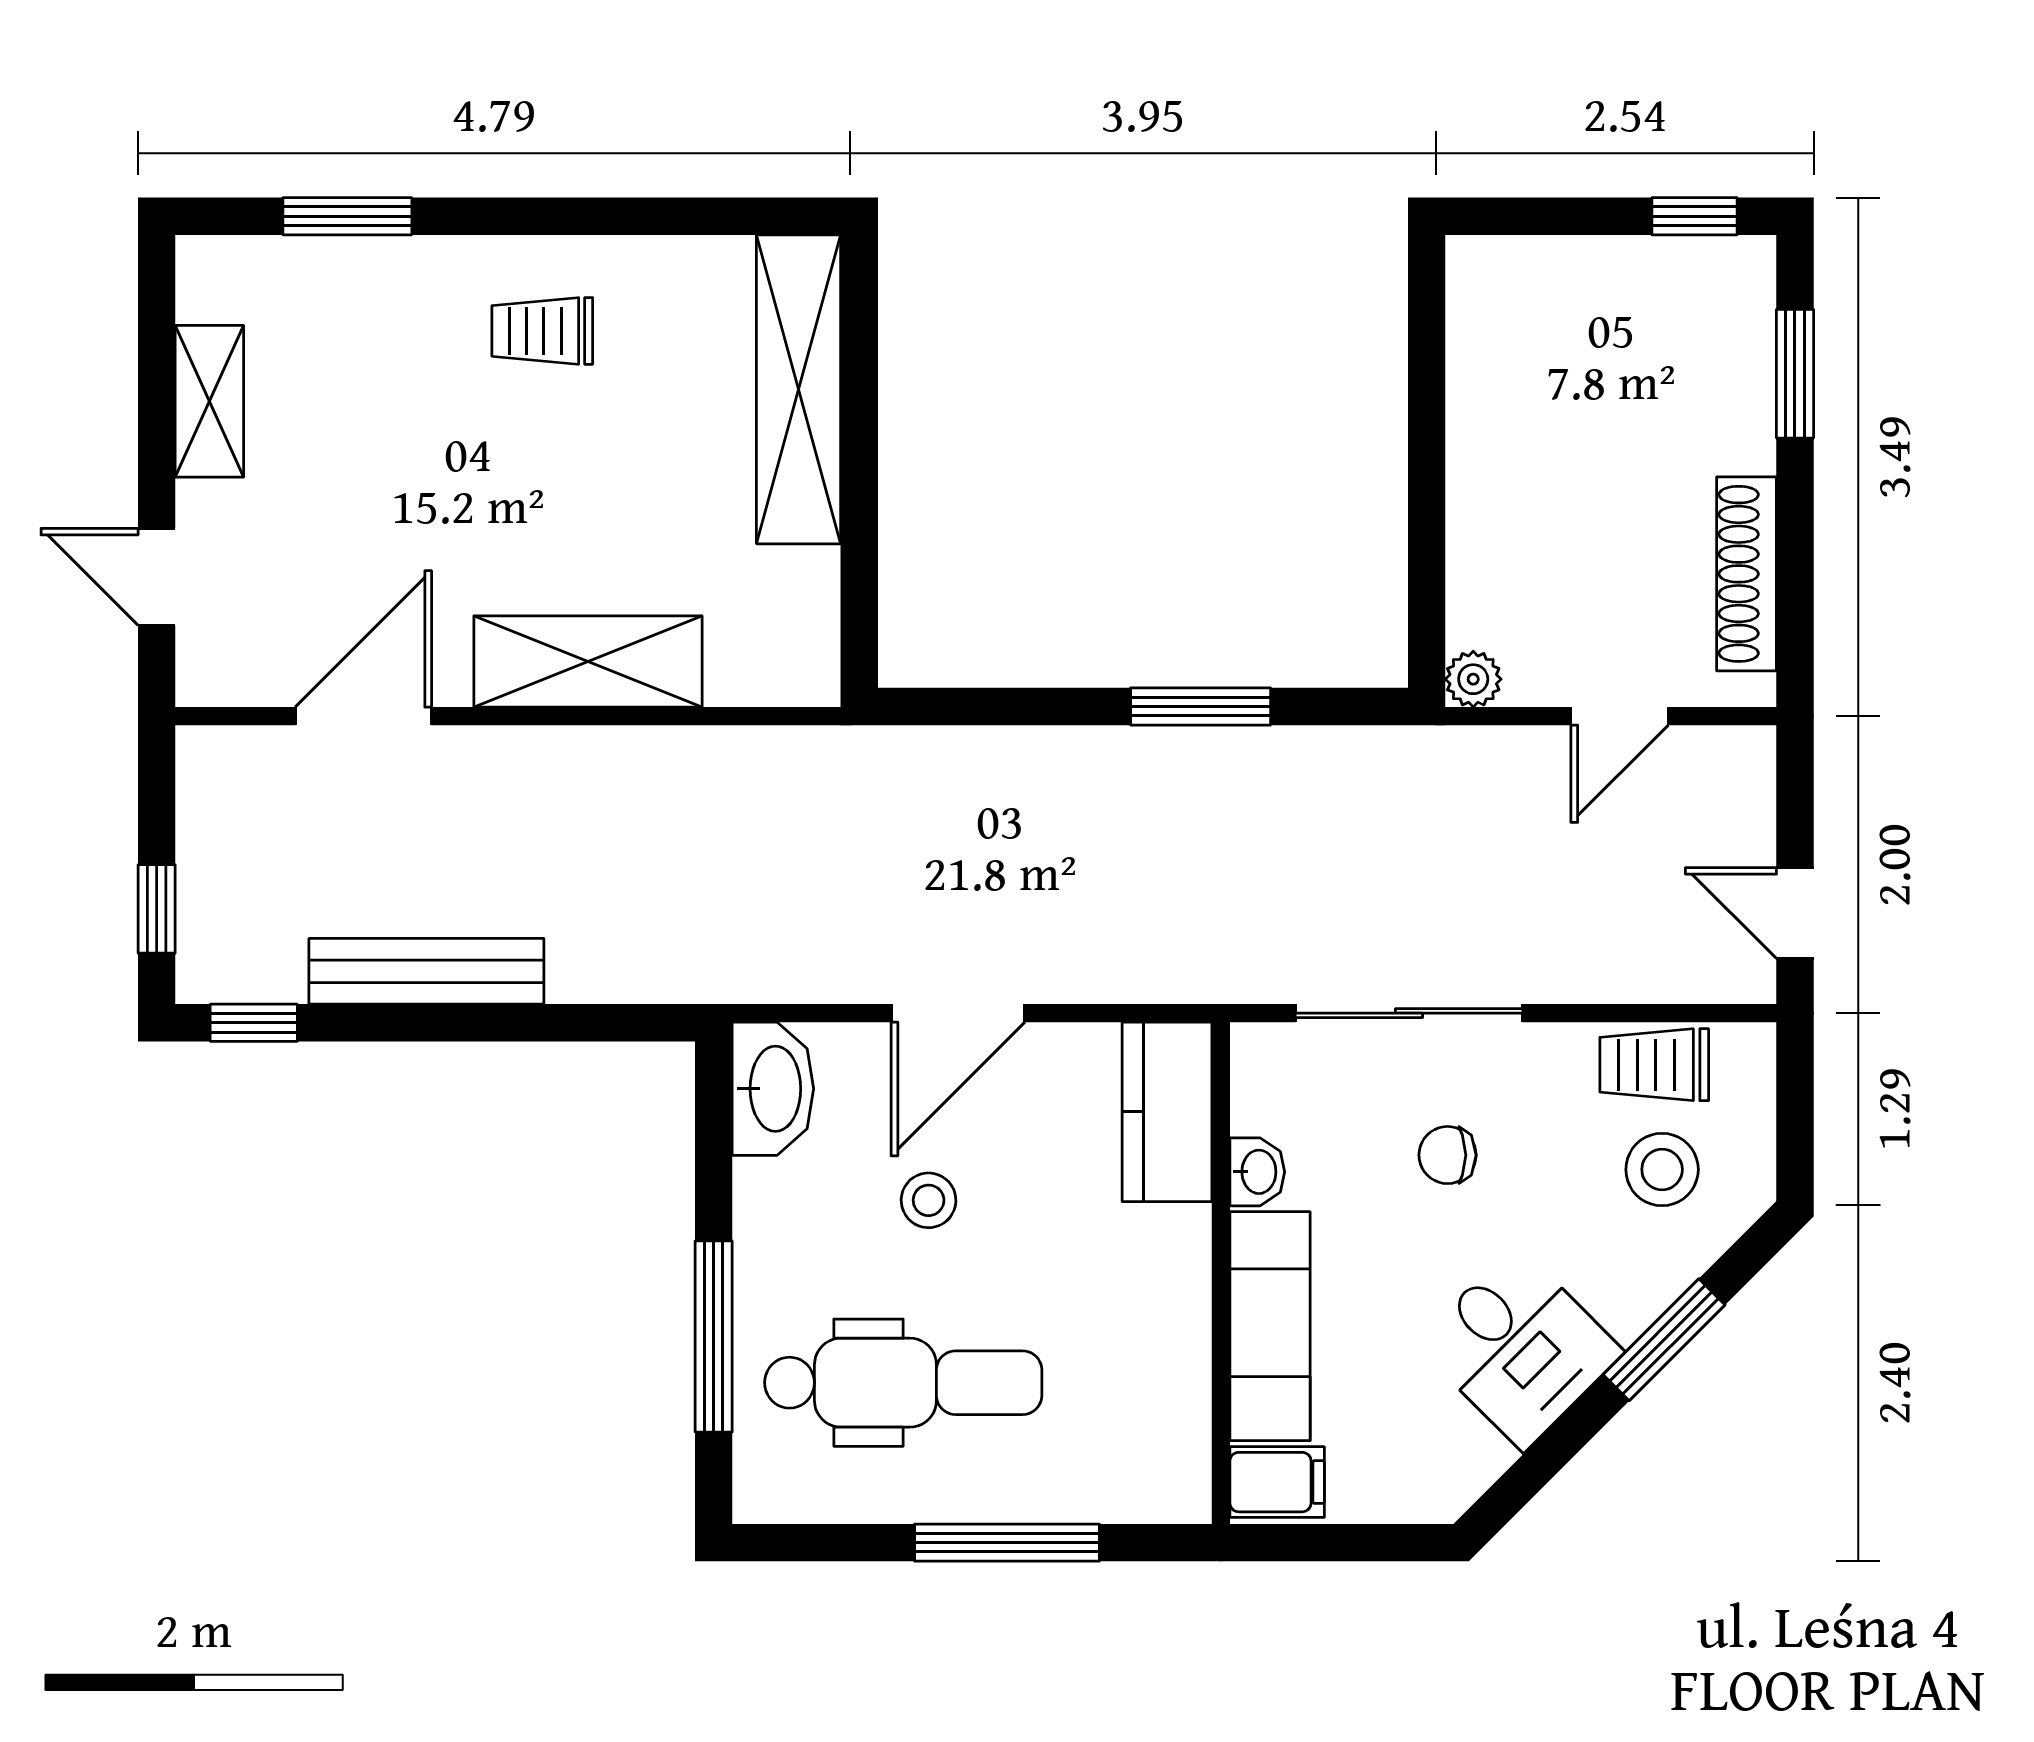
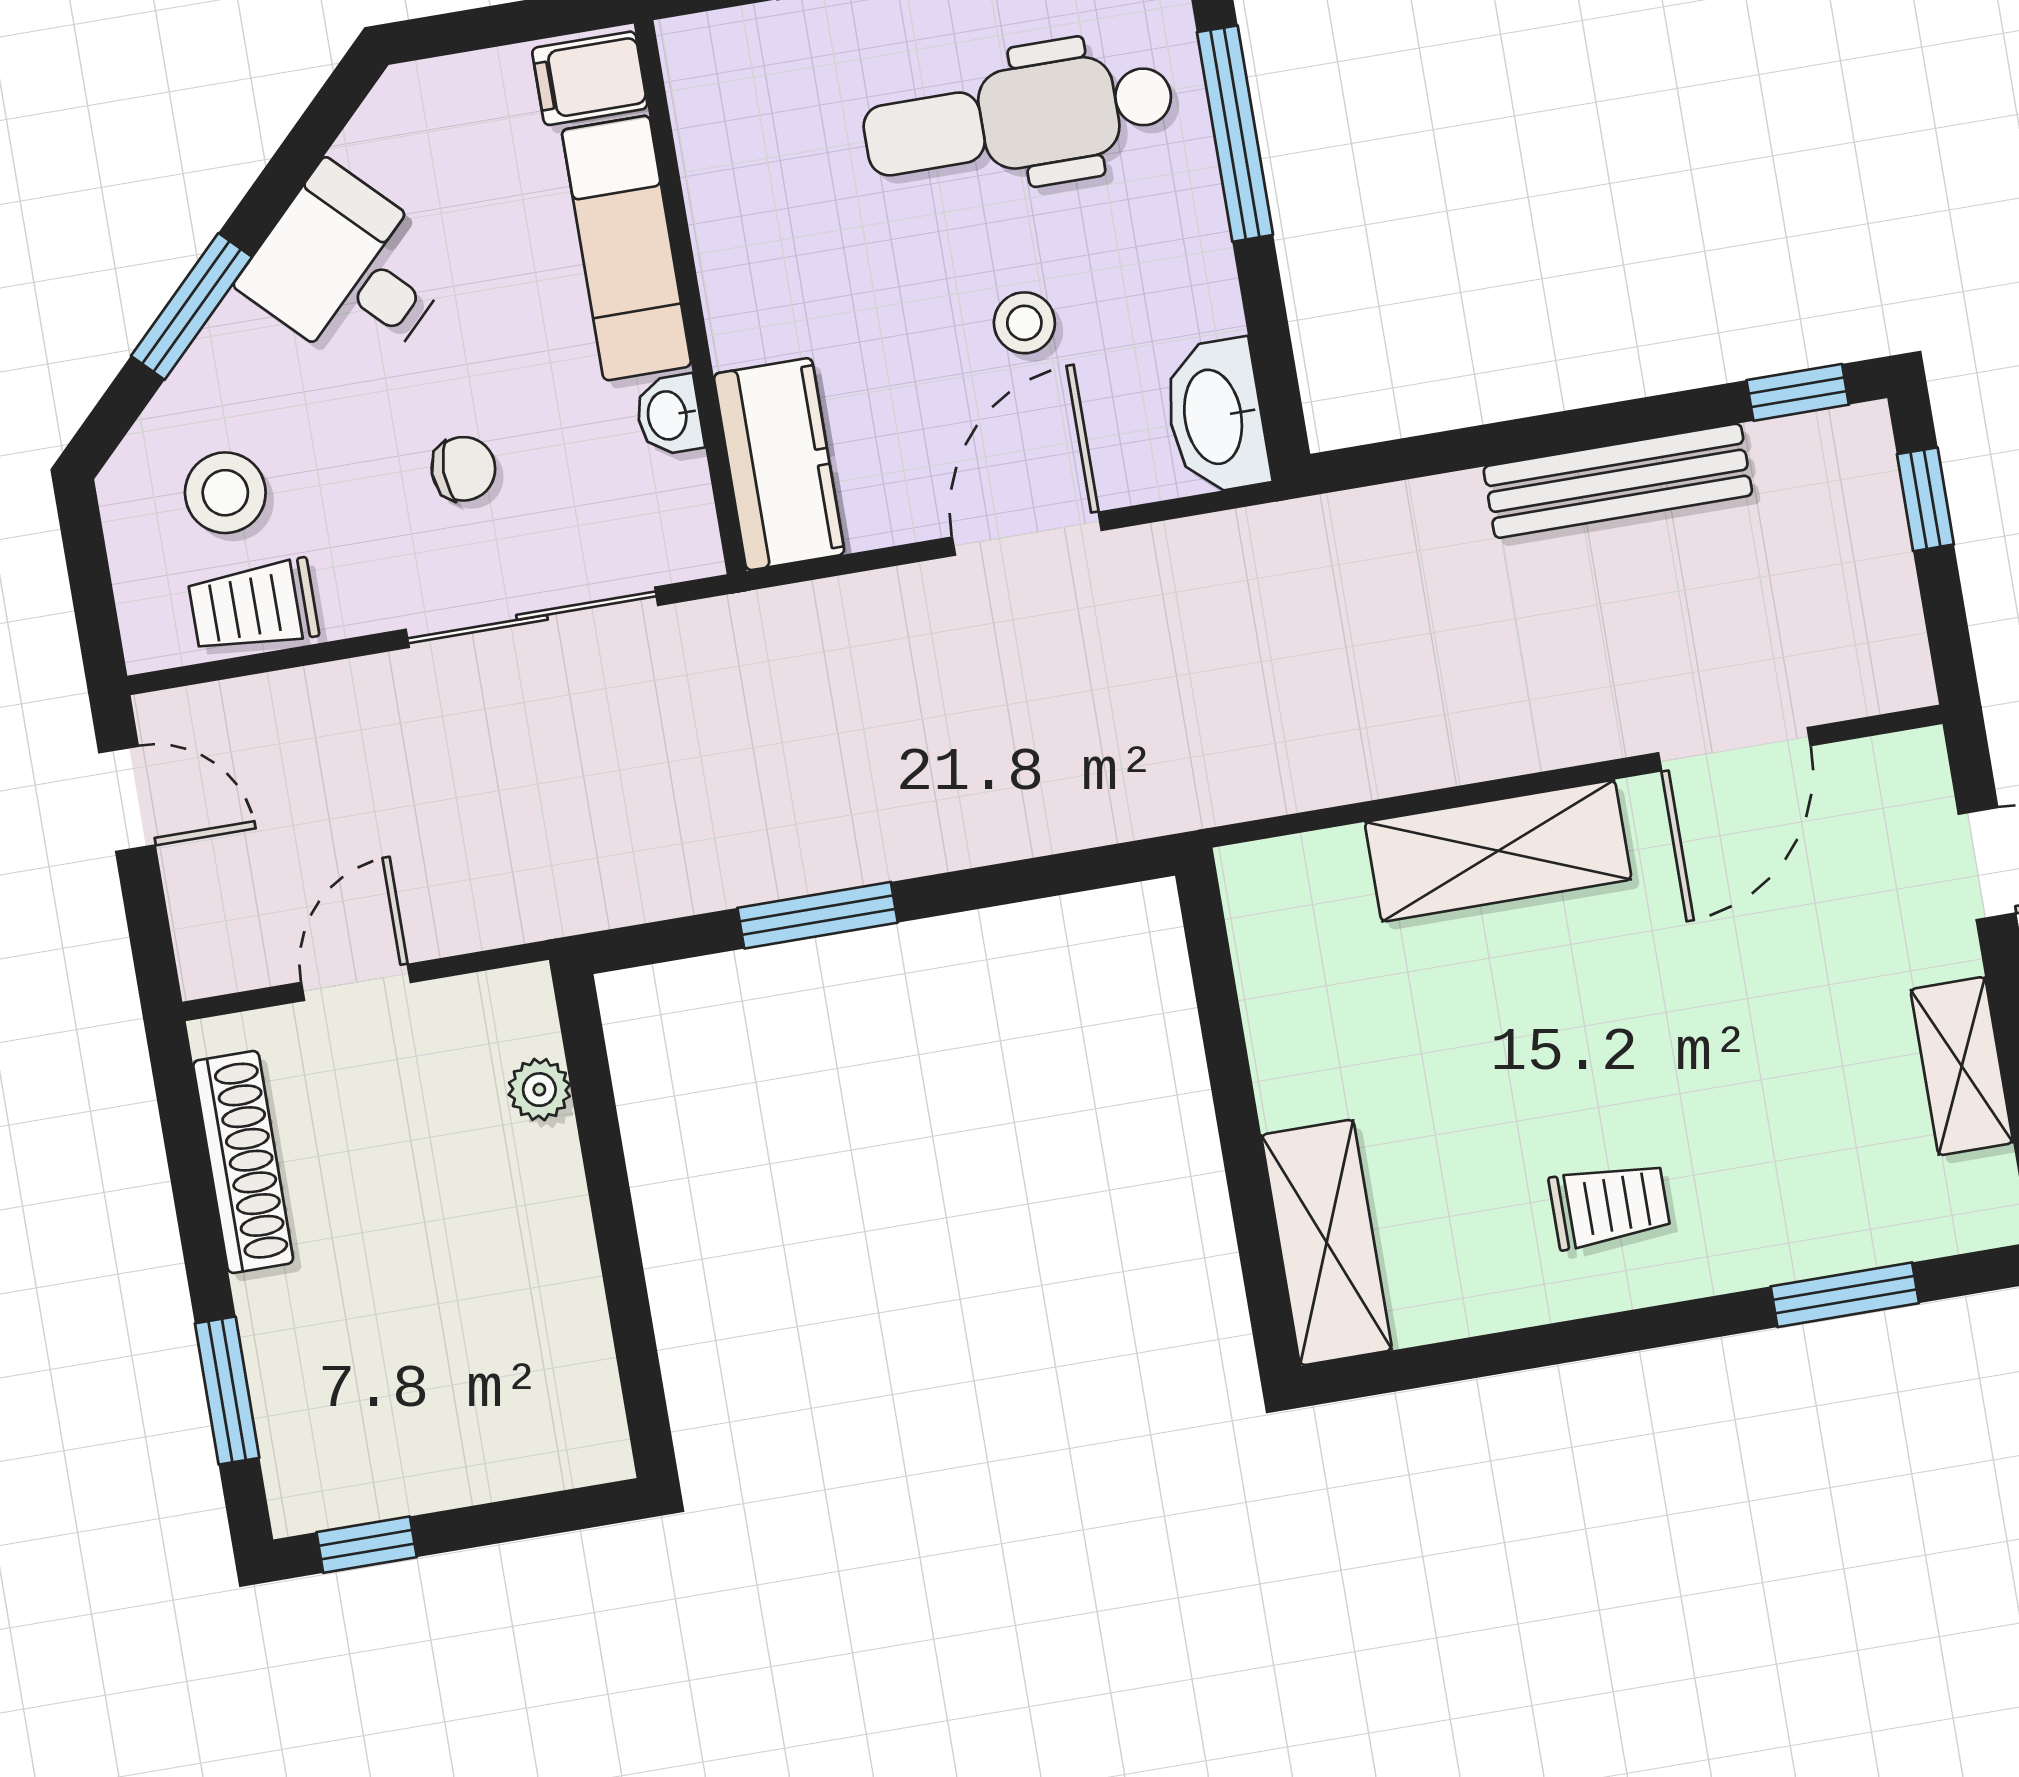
shelving: (799, 389) -> (1327, 1242), width x0.68
plant: (1473, 679) -> (539, 1090), moved
trolley: (1654, 1065) -> (253, 606), turned 180

